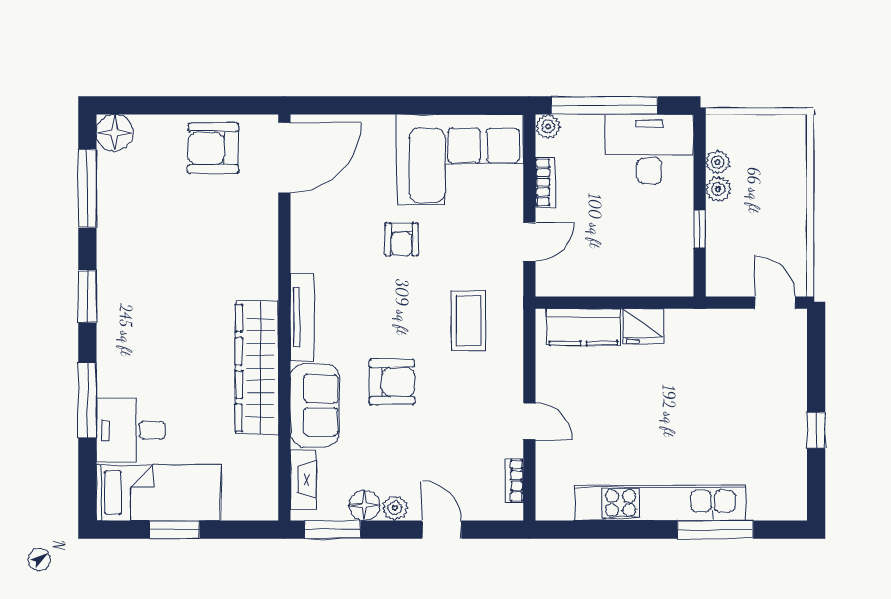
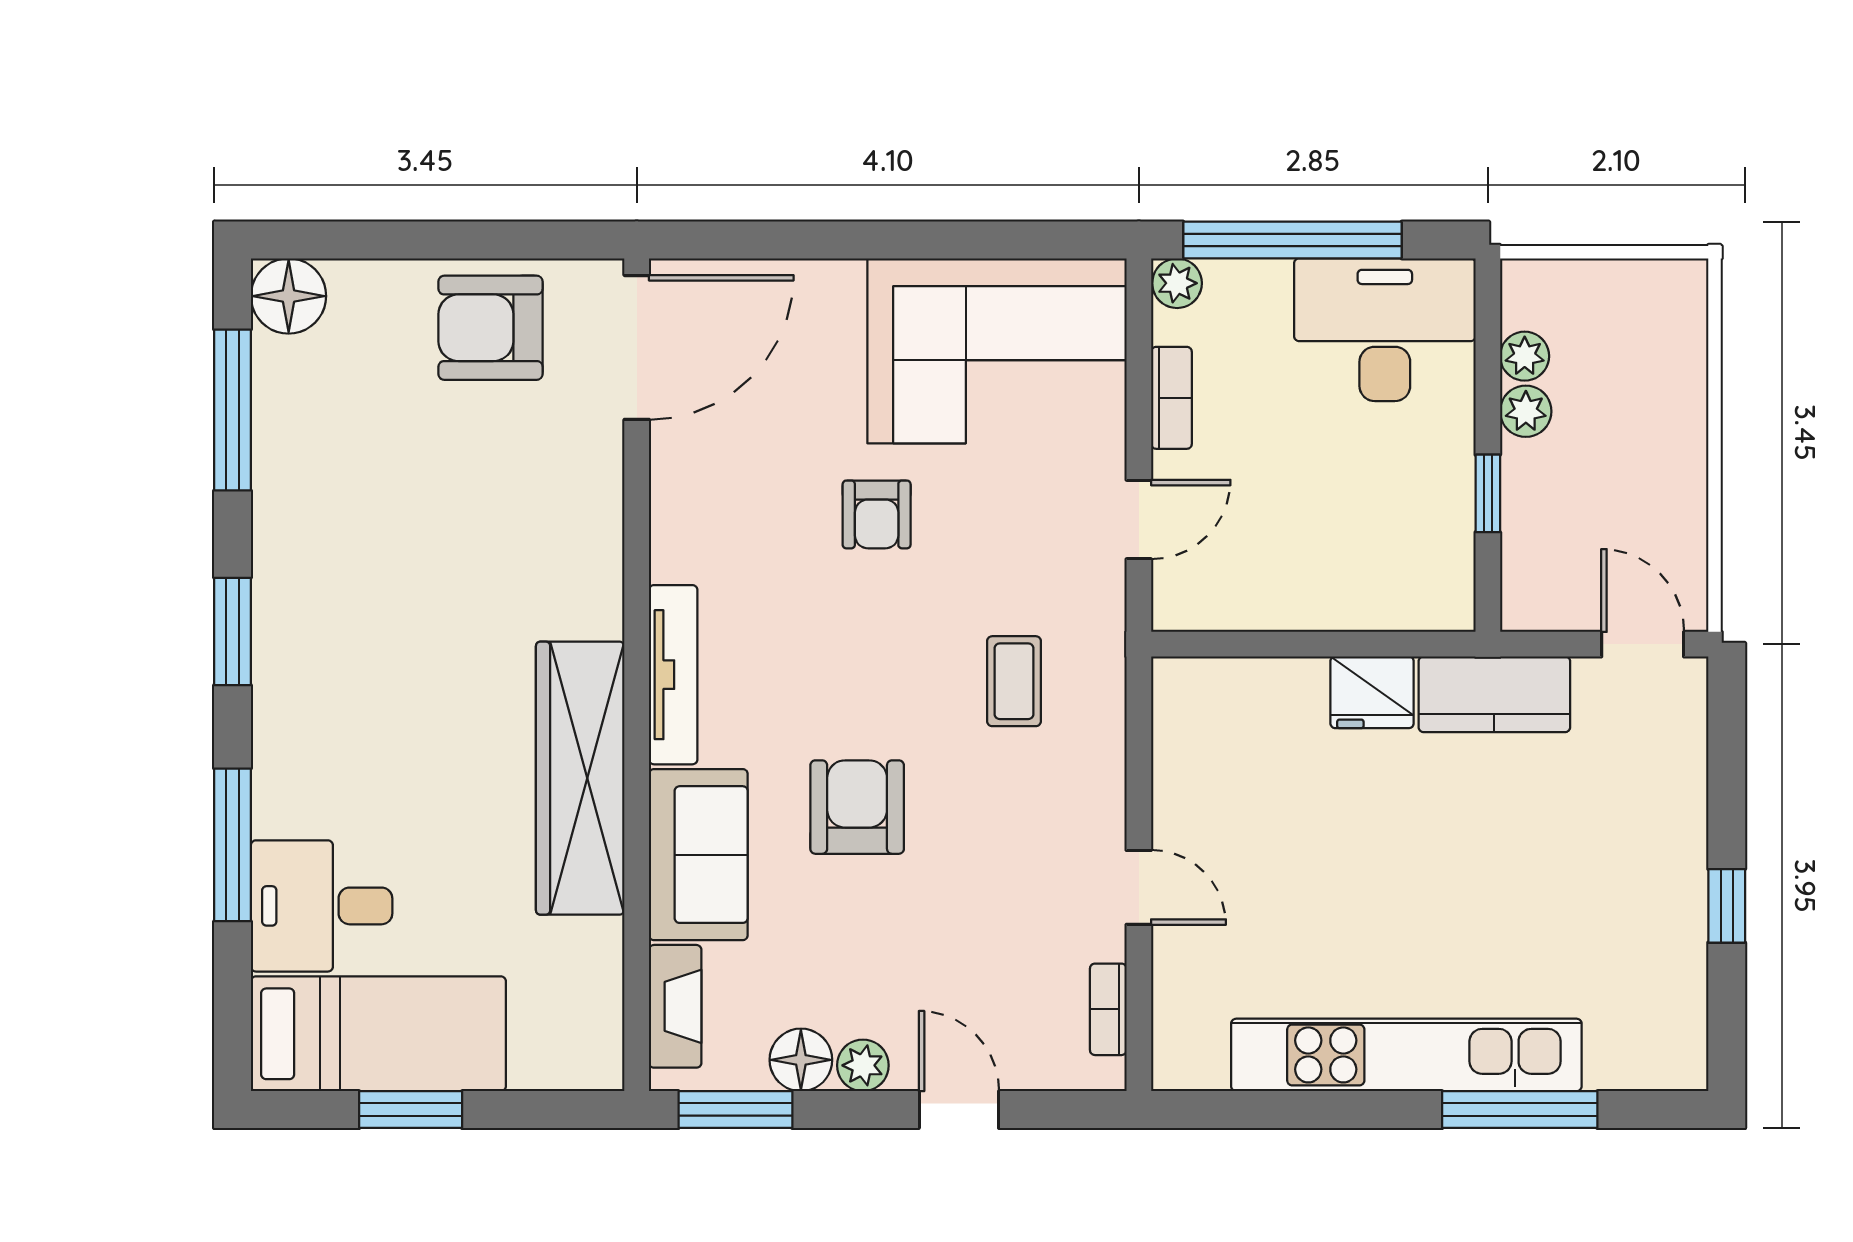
coffee table: (469, 321) -> (1014, 681), width x0.73, depth x0.77
kitchen counter: (583, 327) -> (1494, 694), moved
armchair: (392, 382) -> (857, 807), turned -90

